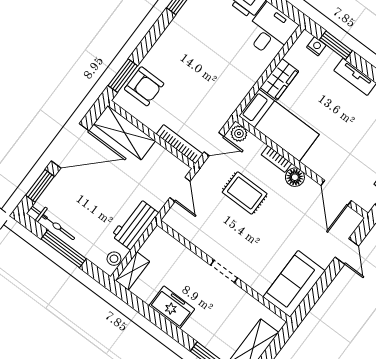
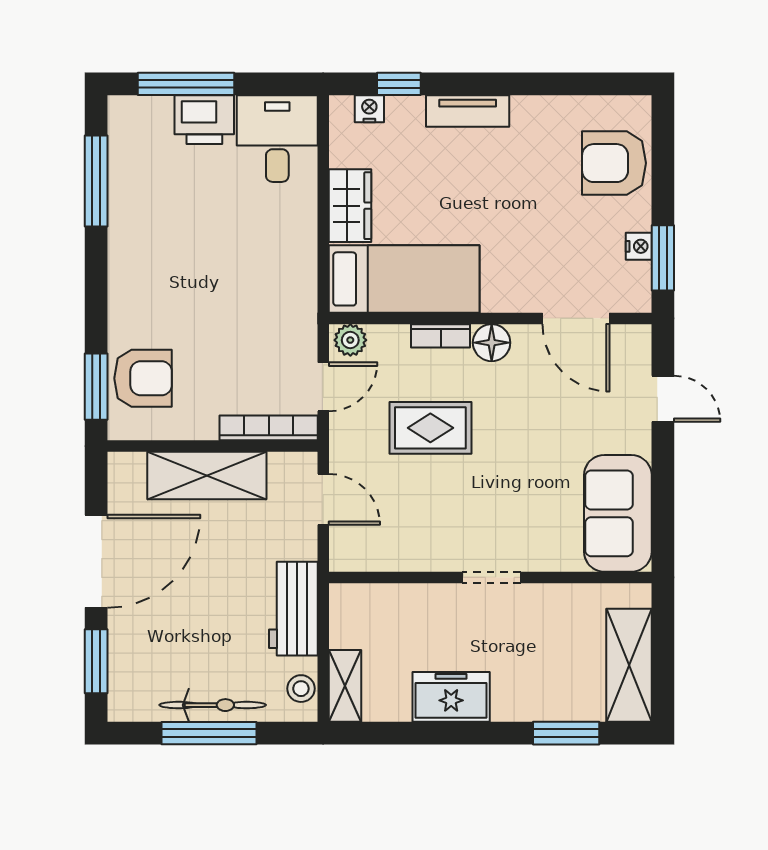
window: (336, 45) -> (399, 84), width x0.67
shelving: (124, 133) -> (207, 475), moved
bicycle: (53, 223) -> (213, 705), moved

